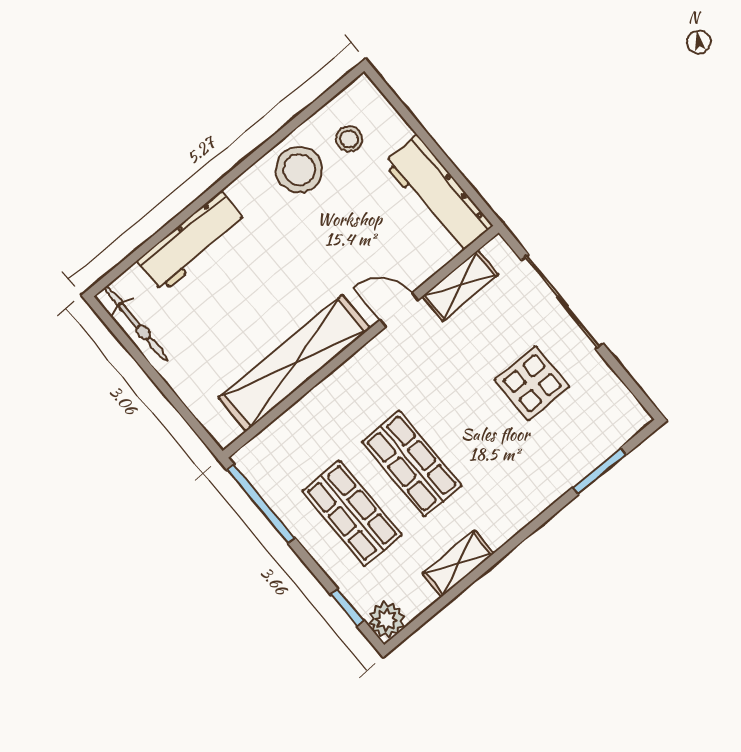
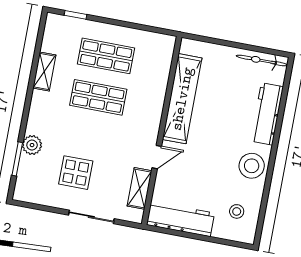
stool: (299, 170) -> (252, 166), moved
sliding door: (562, 302) -> (91, 217), width x0.73
window: (261, 504) -> (147, 28), removed
plant: (386, 620) -> (32, 145), moved

